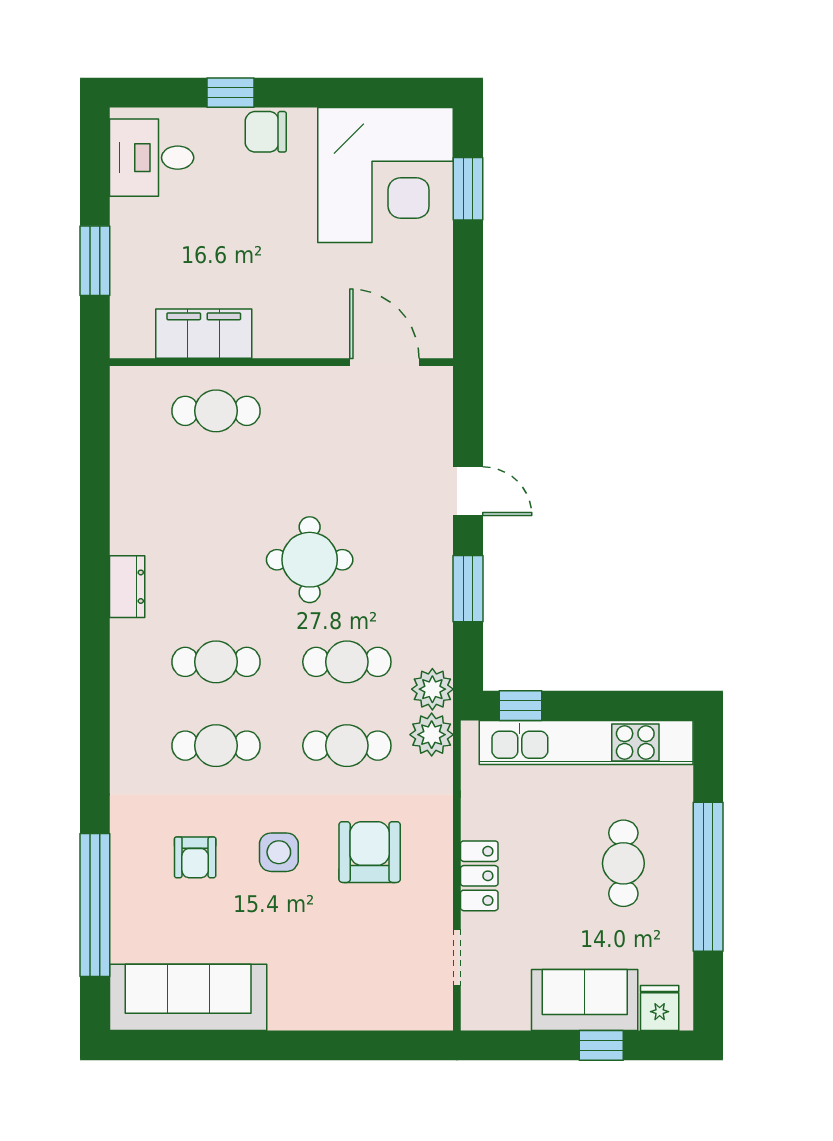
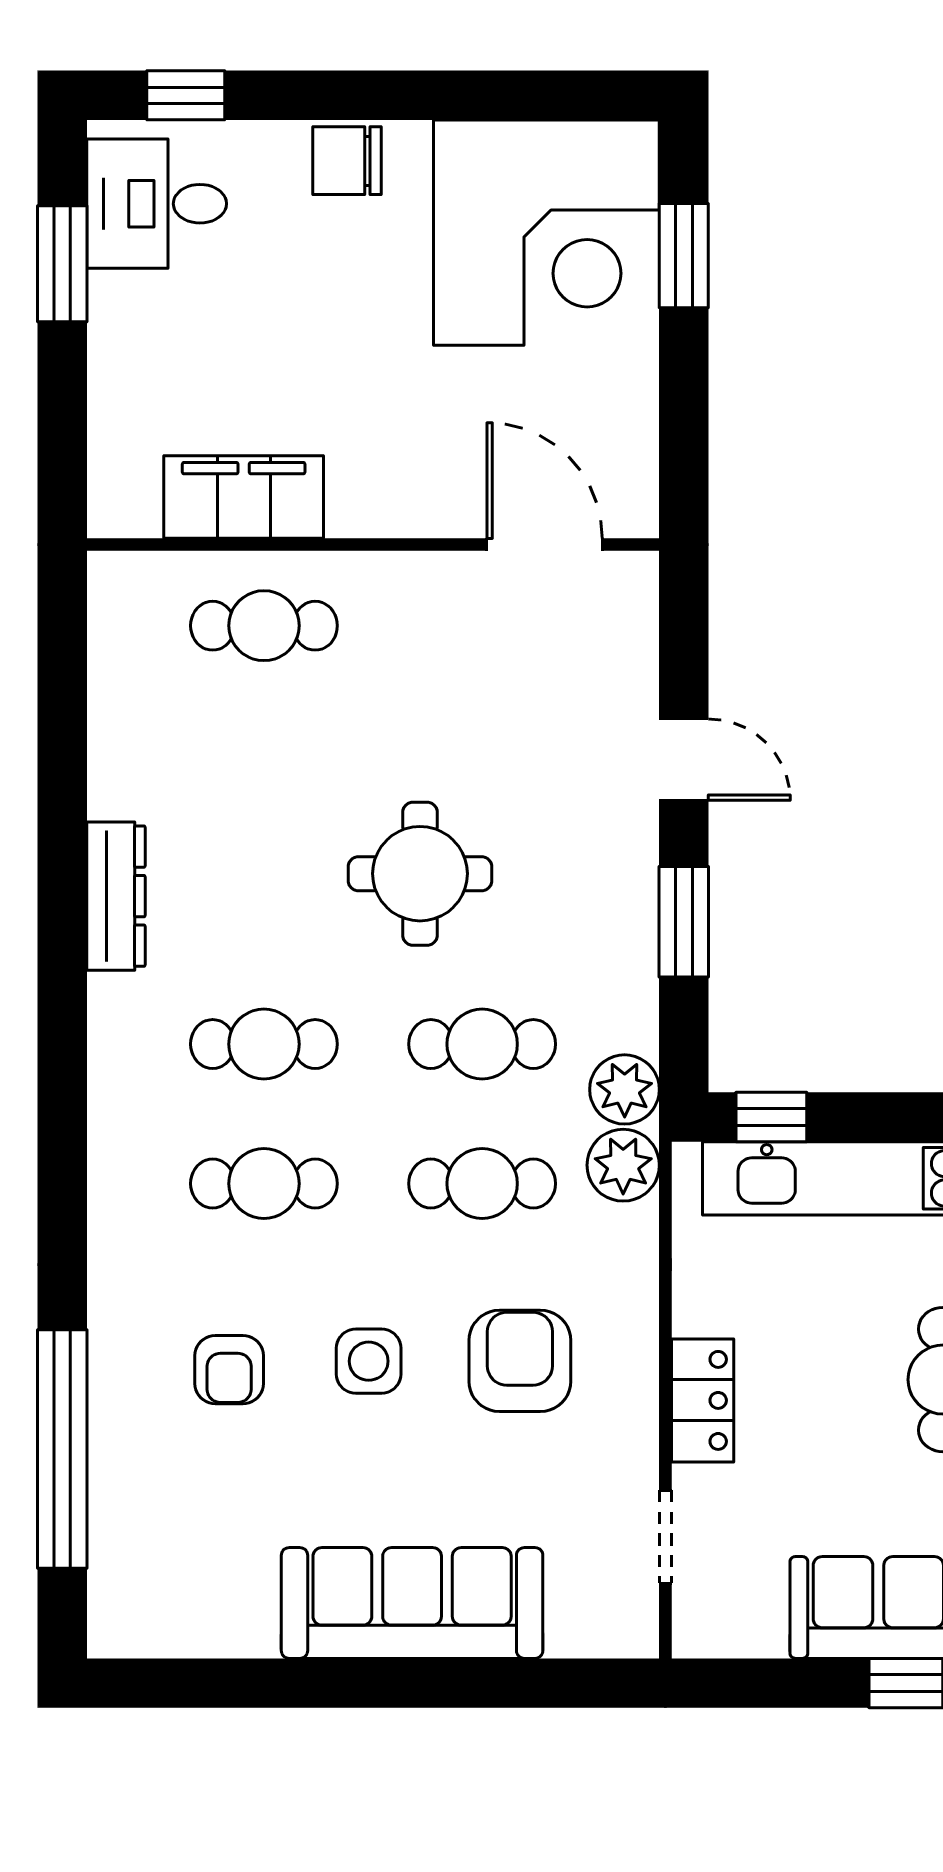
window: (230, 93) -> (186, 95), moved
window: (95, 261) -> (62, 264), moved
dresser: (127, 587) -> (116, 896), width x1.44
sofa: (188, 997) -> (412, 1603), moved

